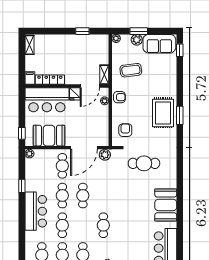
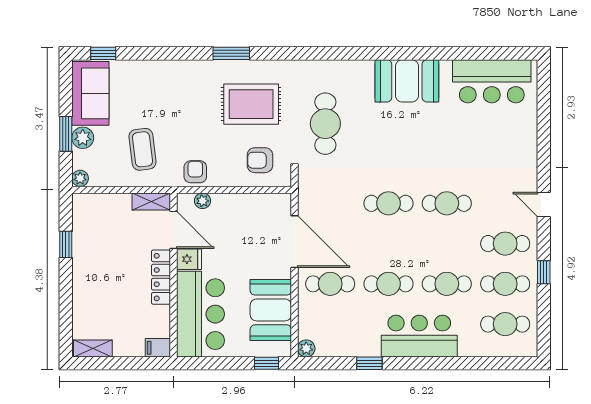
locker: (50, 80) -> (161, 277), moved
rug: (163, 113) -> (251, 104), moved
plant: (105, 155) -> (308, 200), removed
cafe table: (83, 196) -> (388, 203), moved

